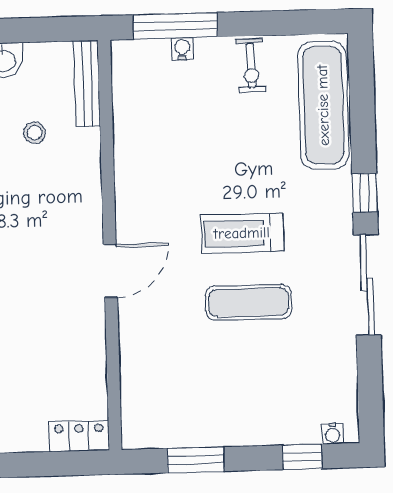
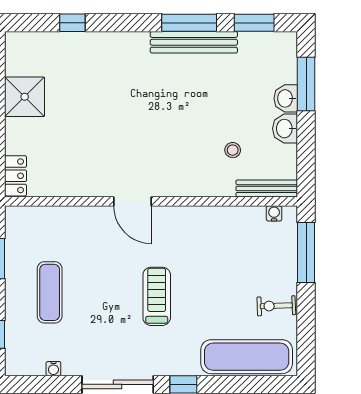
water cooler: (182, 49) -> (274, 213), moved, turned -90
exercise mat: (249, 302) -> (50, 292), moved
water cooler: (333, 434) -> (53, 369), moved, turned -90

